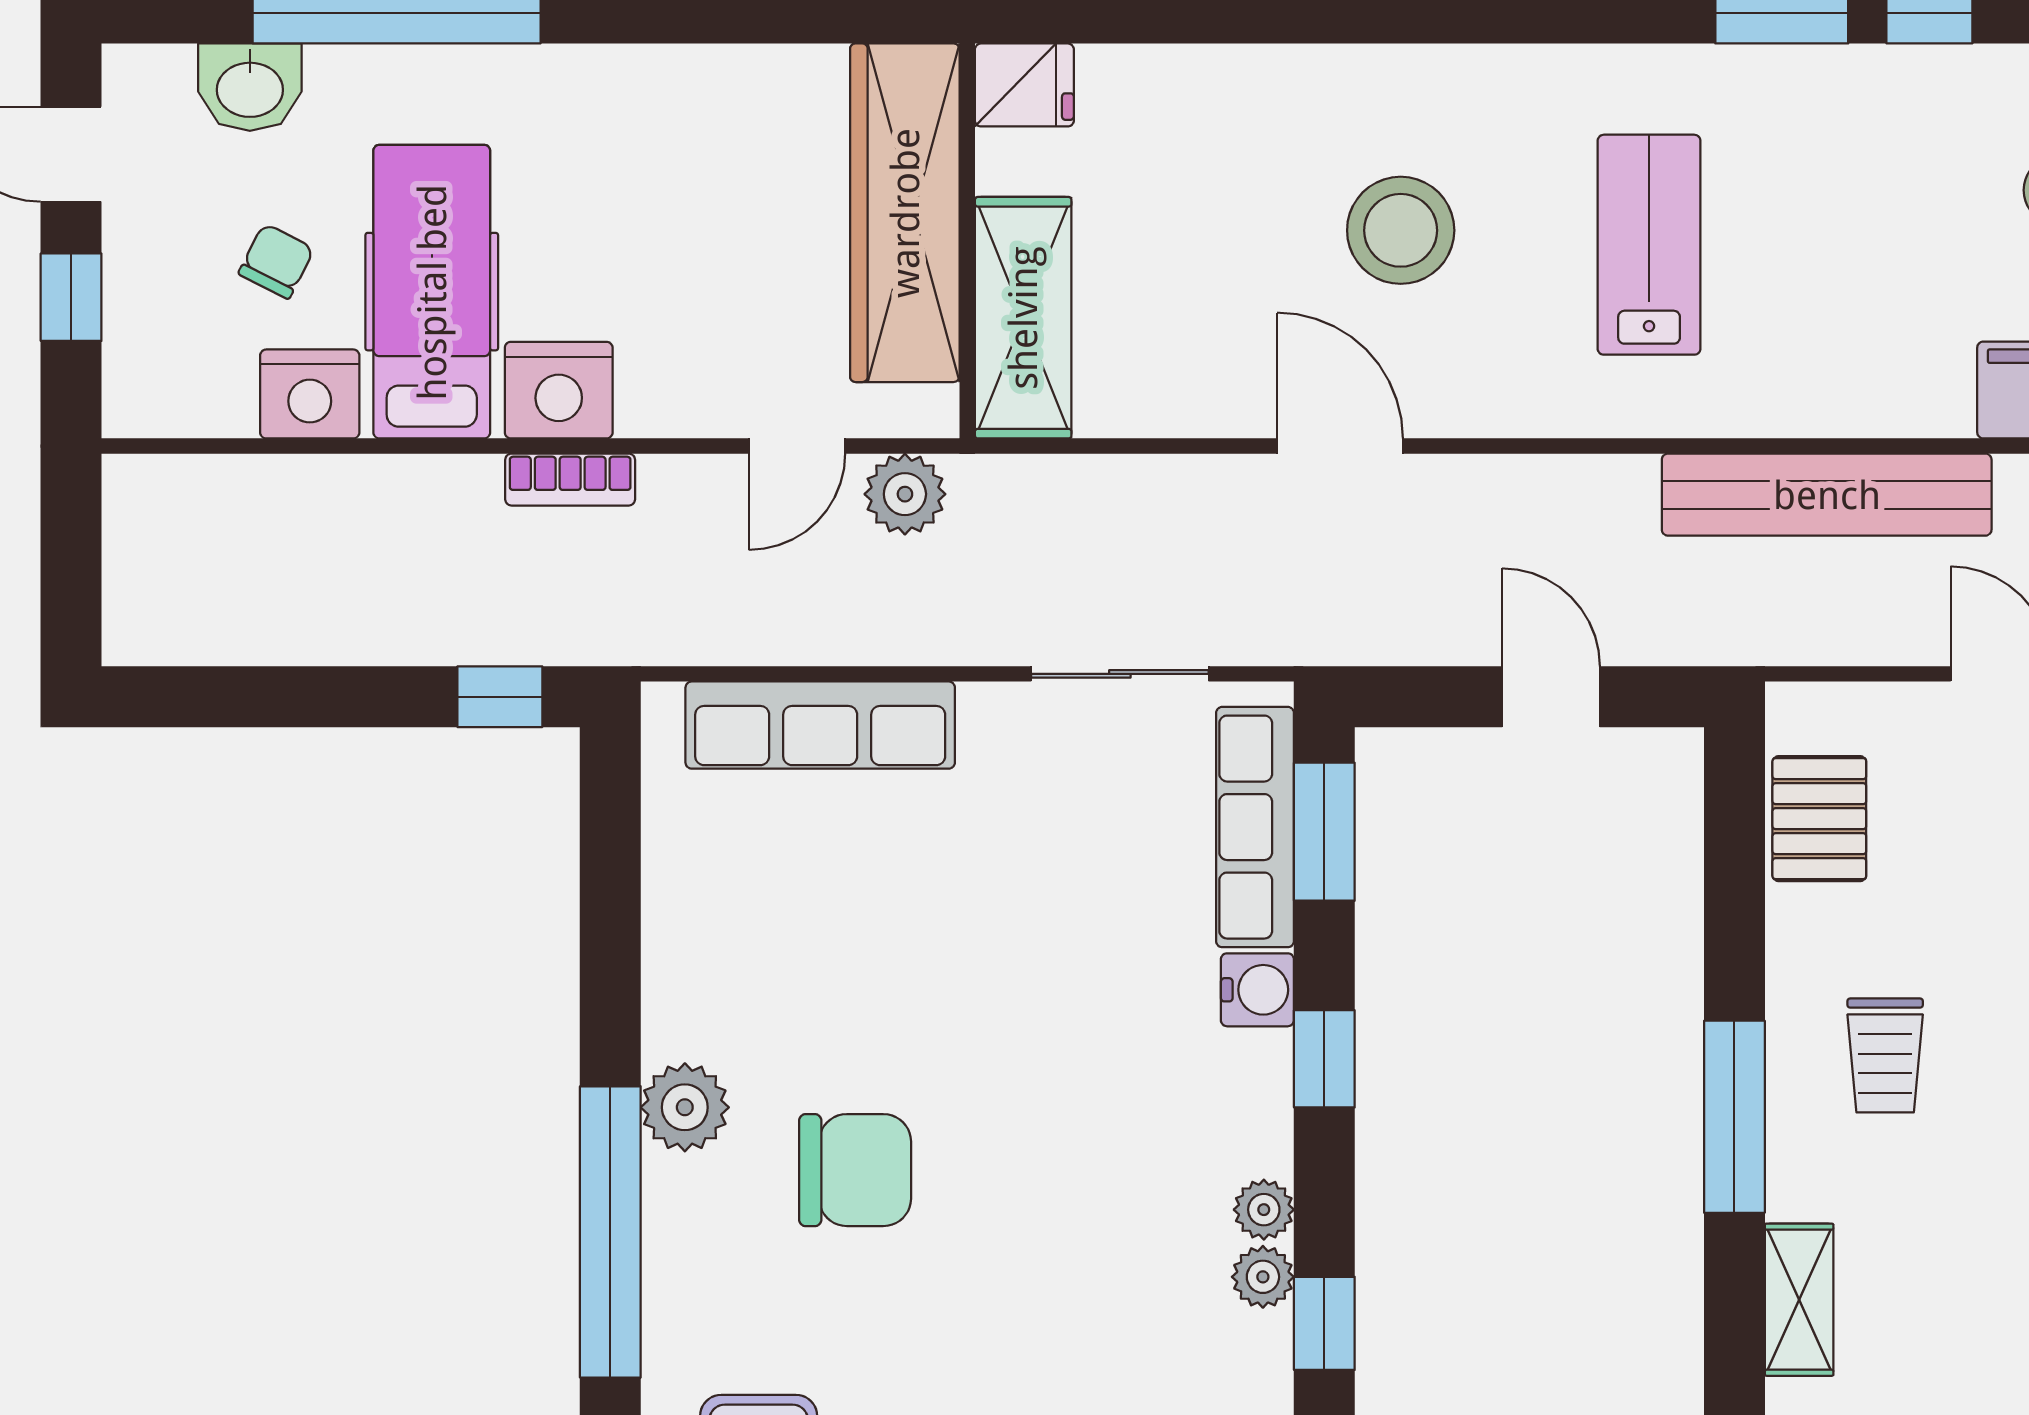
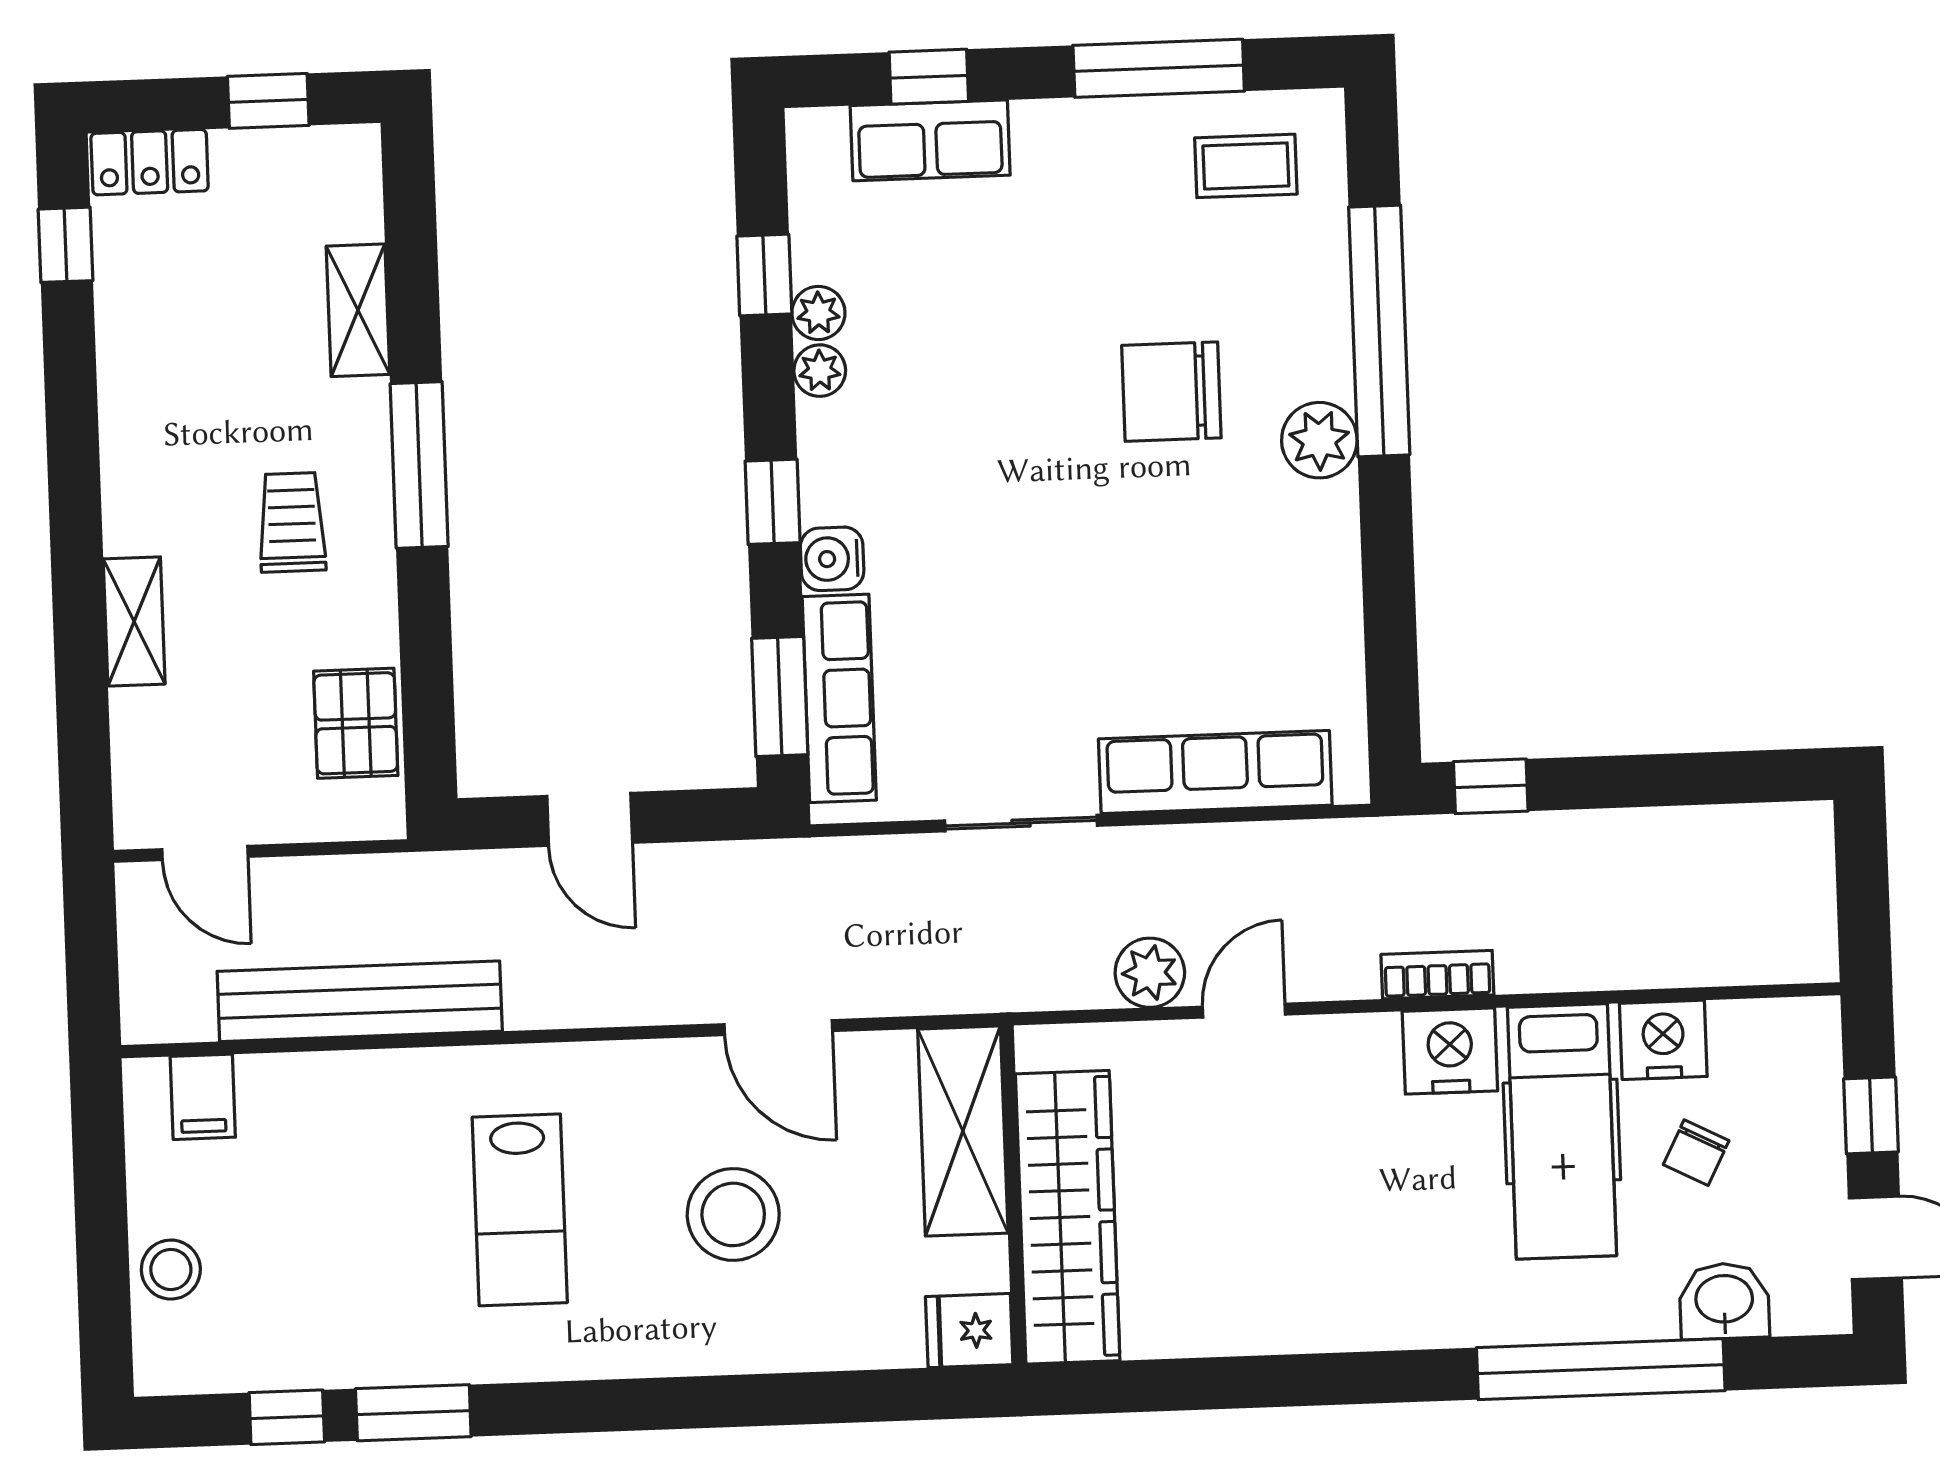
fridge: (1024, 85) -> (969, 1331), moved
wardrobe: (905, 213) -> (1068, 1217), moved
wall: (967, 241) -> (1013, 1195), moved
shelving: (1023, 318) -> (963, 1131), moved
sliding door: (1120, 674) -> (1021, 823), moved

